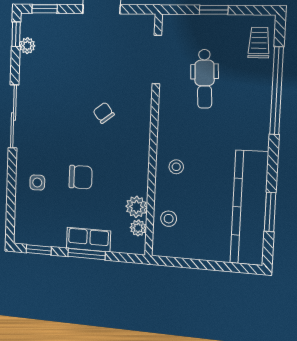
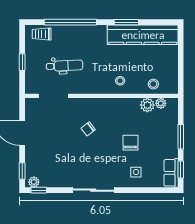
plant: (27, 46) -> (34, 182), moved
window: (270, 212) -> (126, 22), moved
row of seats: (88, 240) -> (171, 173), moved

